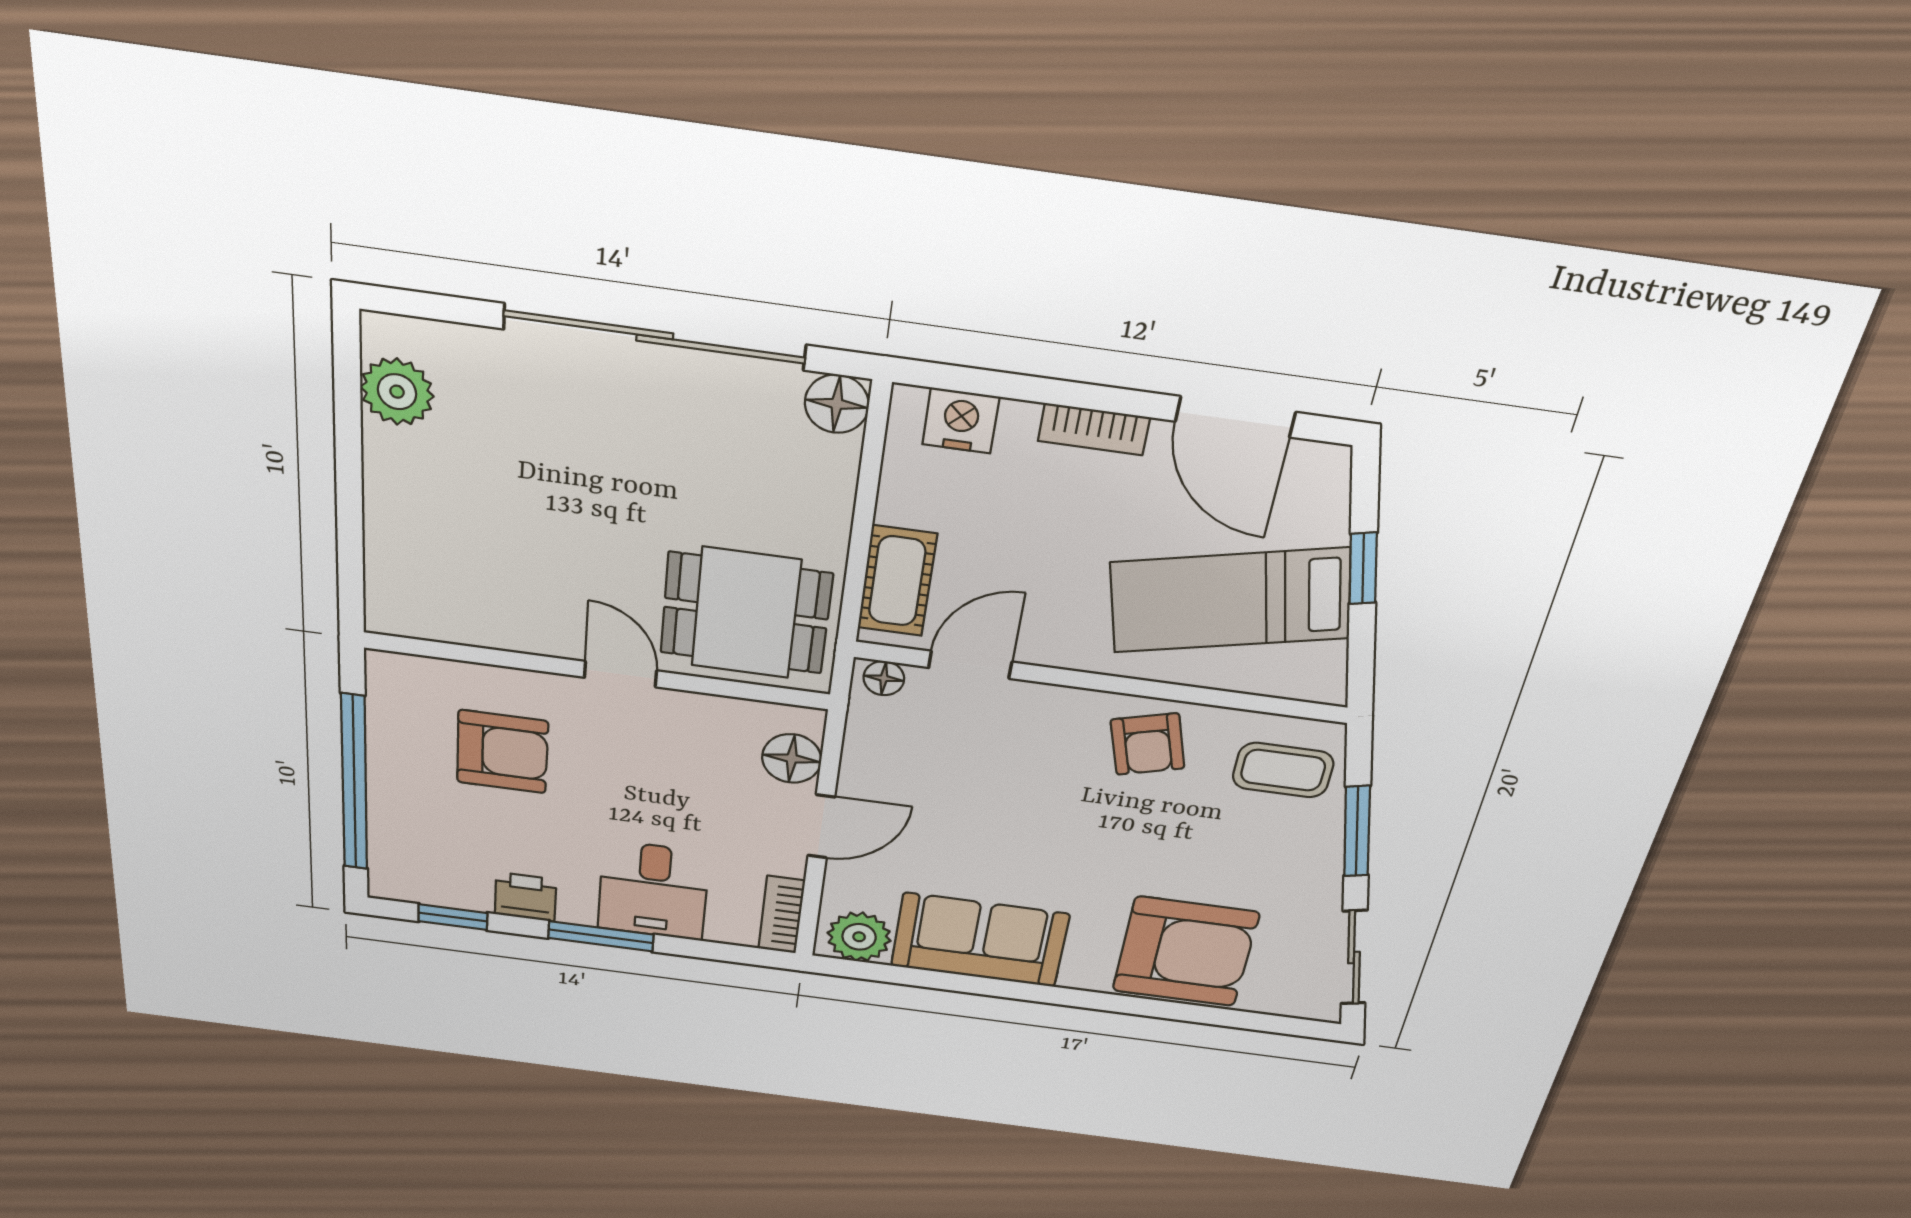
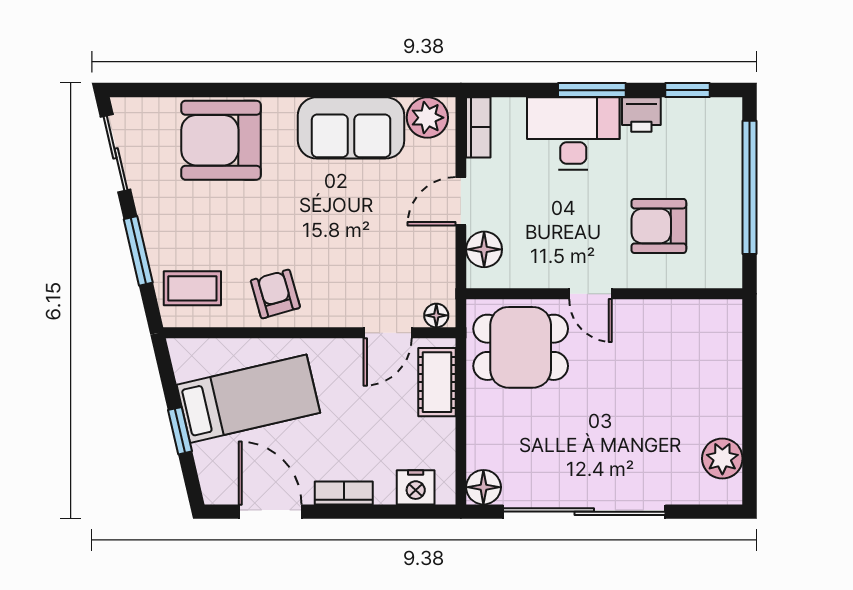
desk: (653, 891) -> (573, 133), width x1.37

